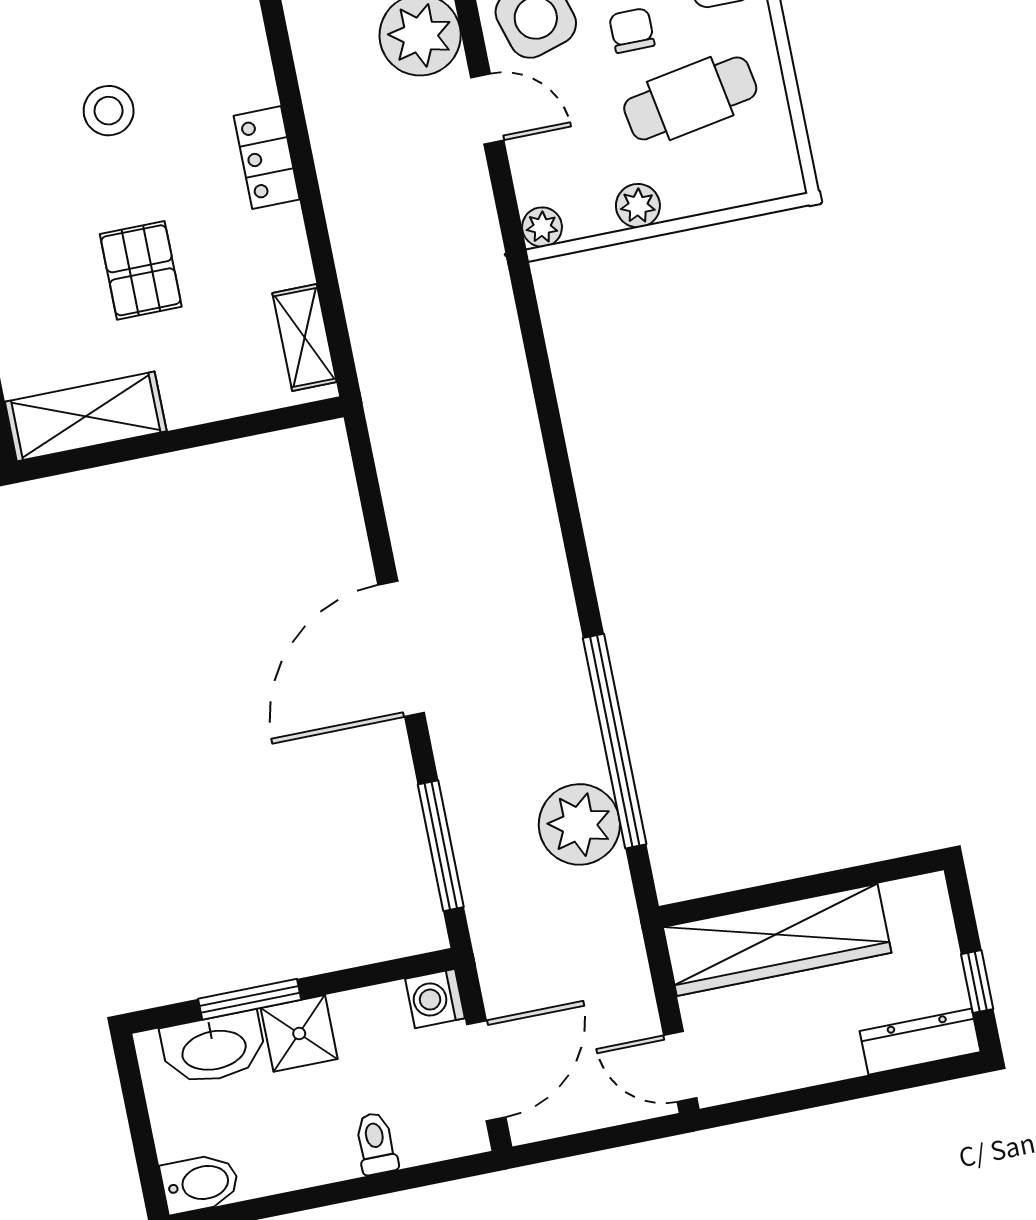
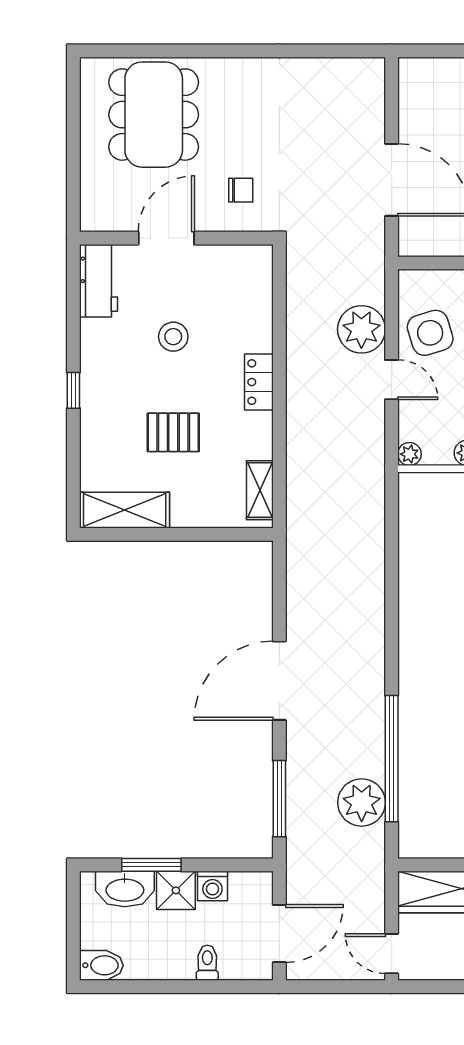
pallet: (141, 270) -> (173, 432), turned 90
washing machine: (435, 999) -> (212, 886), moved, turned -90

